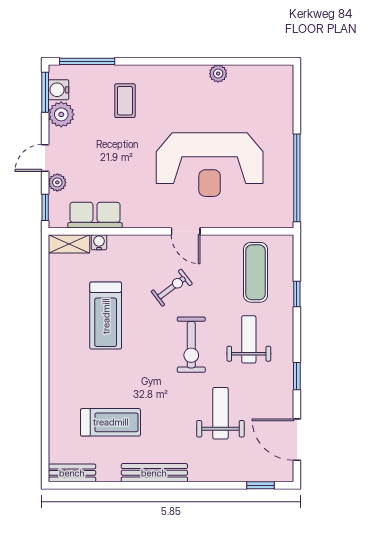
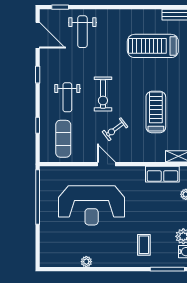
reception desk: (210, 165) -> (92, 205), turned 180
water cooler: (99, 242) -> (160, 157), removed
exercise bike: (191, 345) -> (103, 94), turned 180
weight bench: (220, 413) -> (82, 32), moved
treadmill: (111, 422) -> (153, 46), width x1.37, depth x1.38
bench: (154, 473) -> (126, 15), removed

